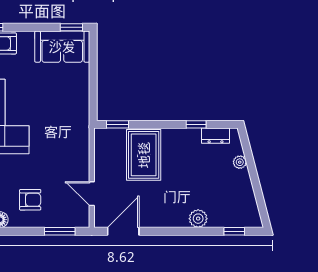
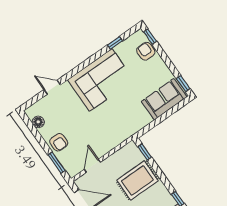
sofa: (62, 47) -> (164, 99), moved, turned 90
armchair: (30, 200) -> (59, 142), moved

